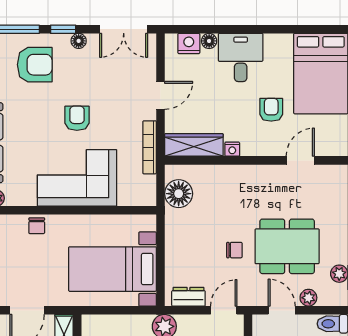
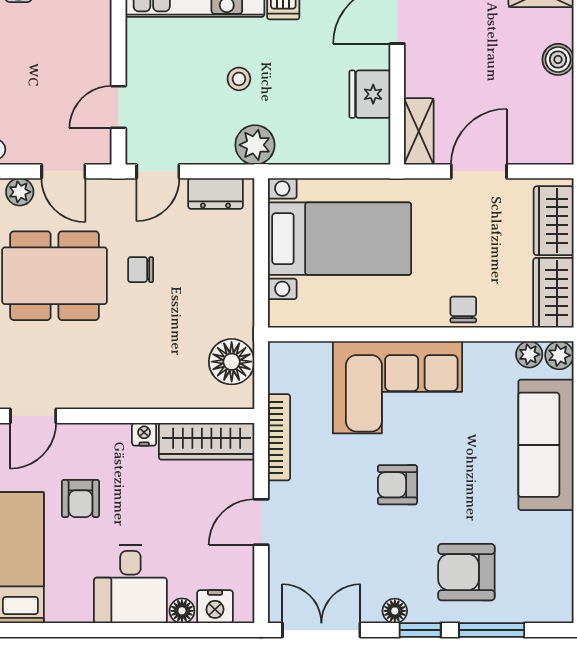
armchair: (77, 118) -> (397, 485), turned 90

